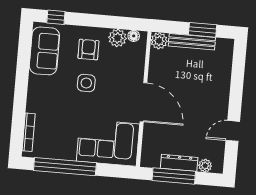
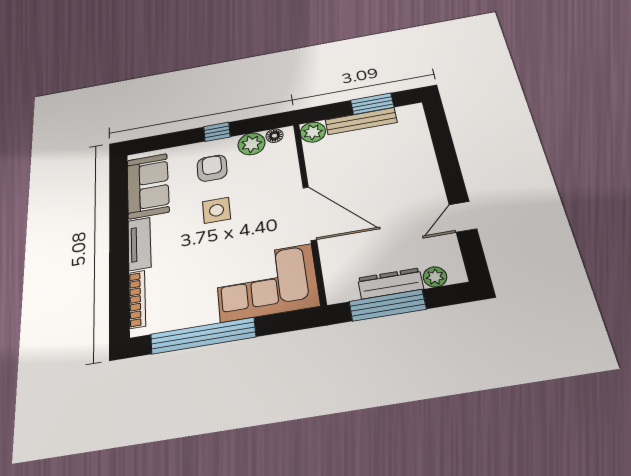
window: (56, 17) -> (217, 132), moved
tv unit: (34, 94) -> (139, 244), added

